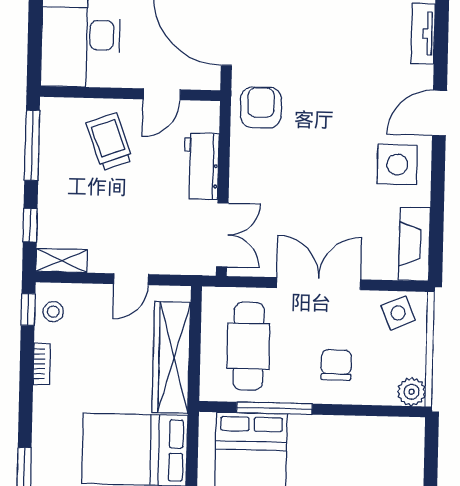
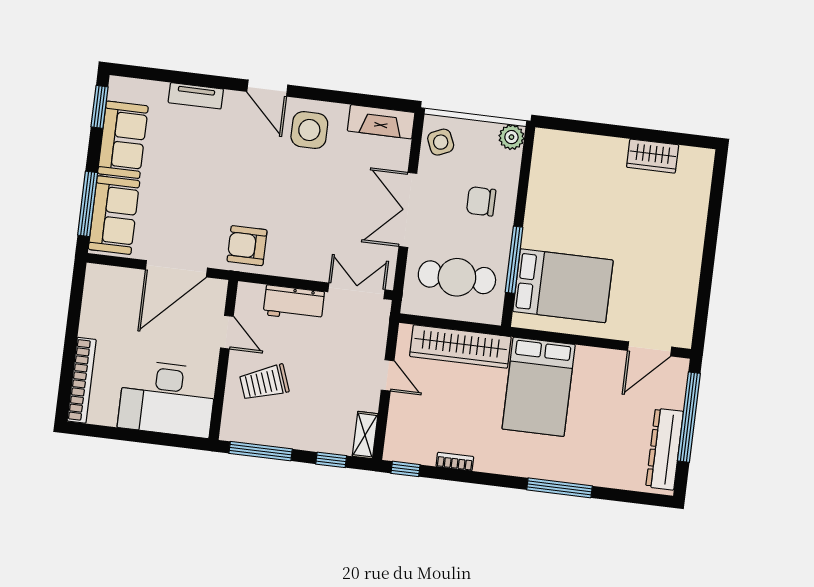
stool: (53, 312) -> (410, 447), removed

